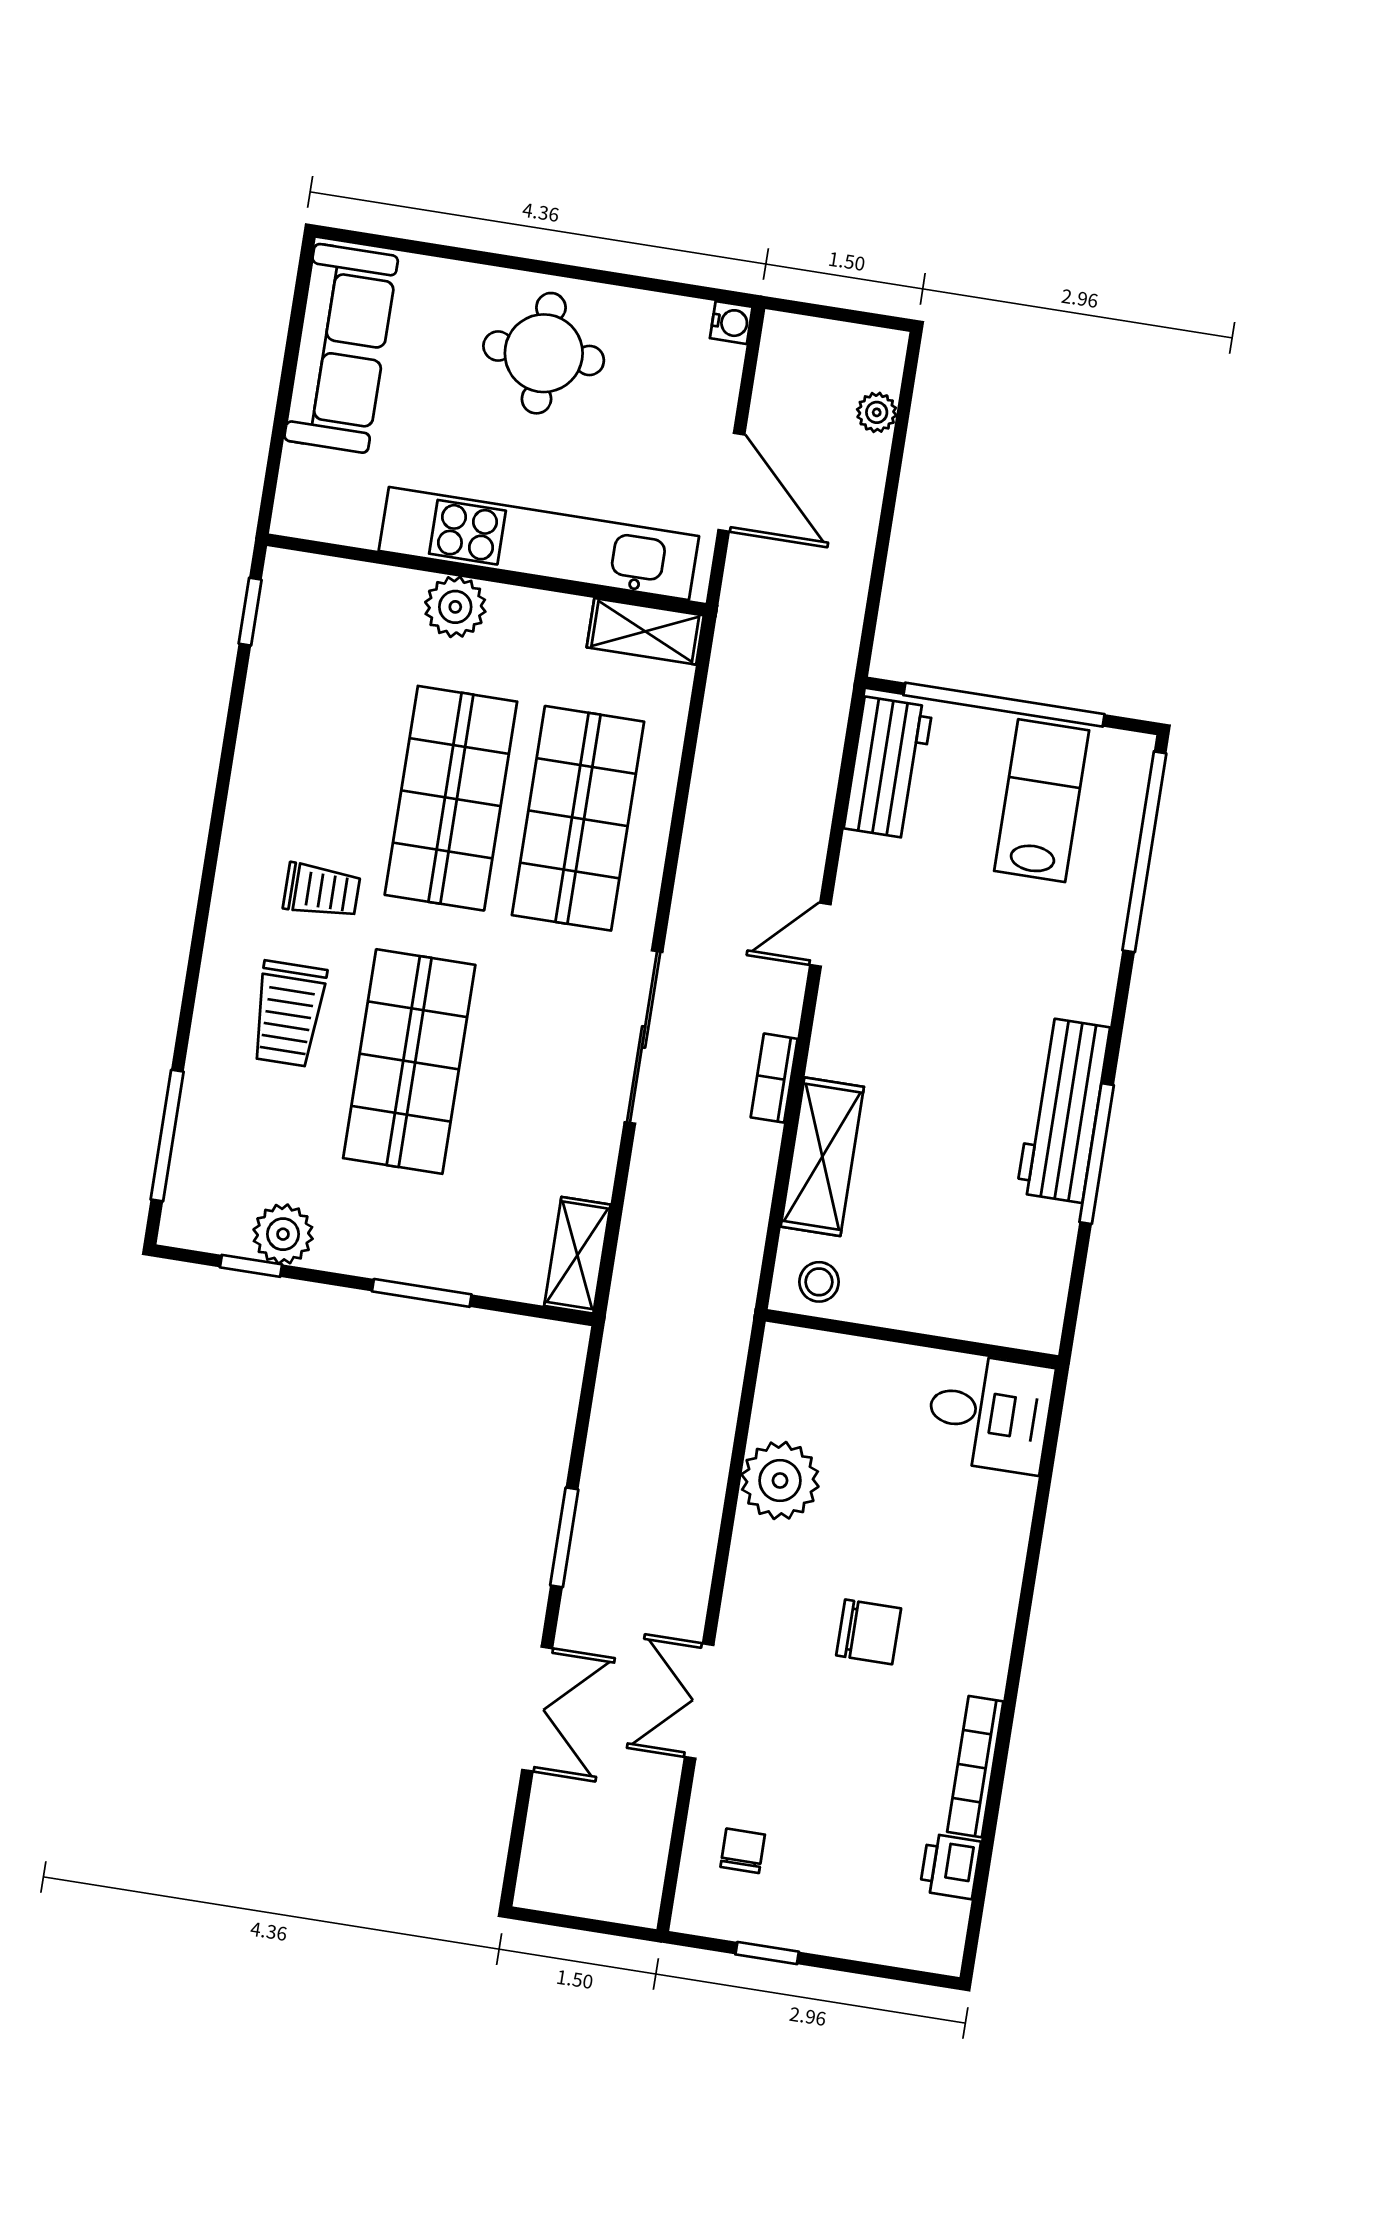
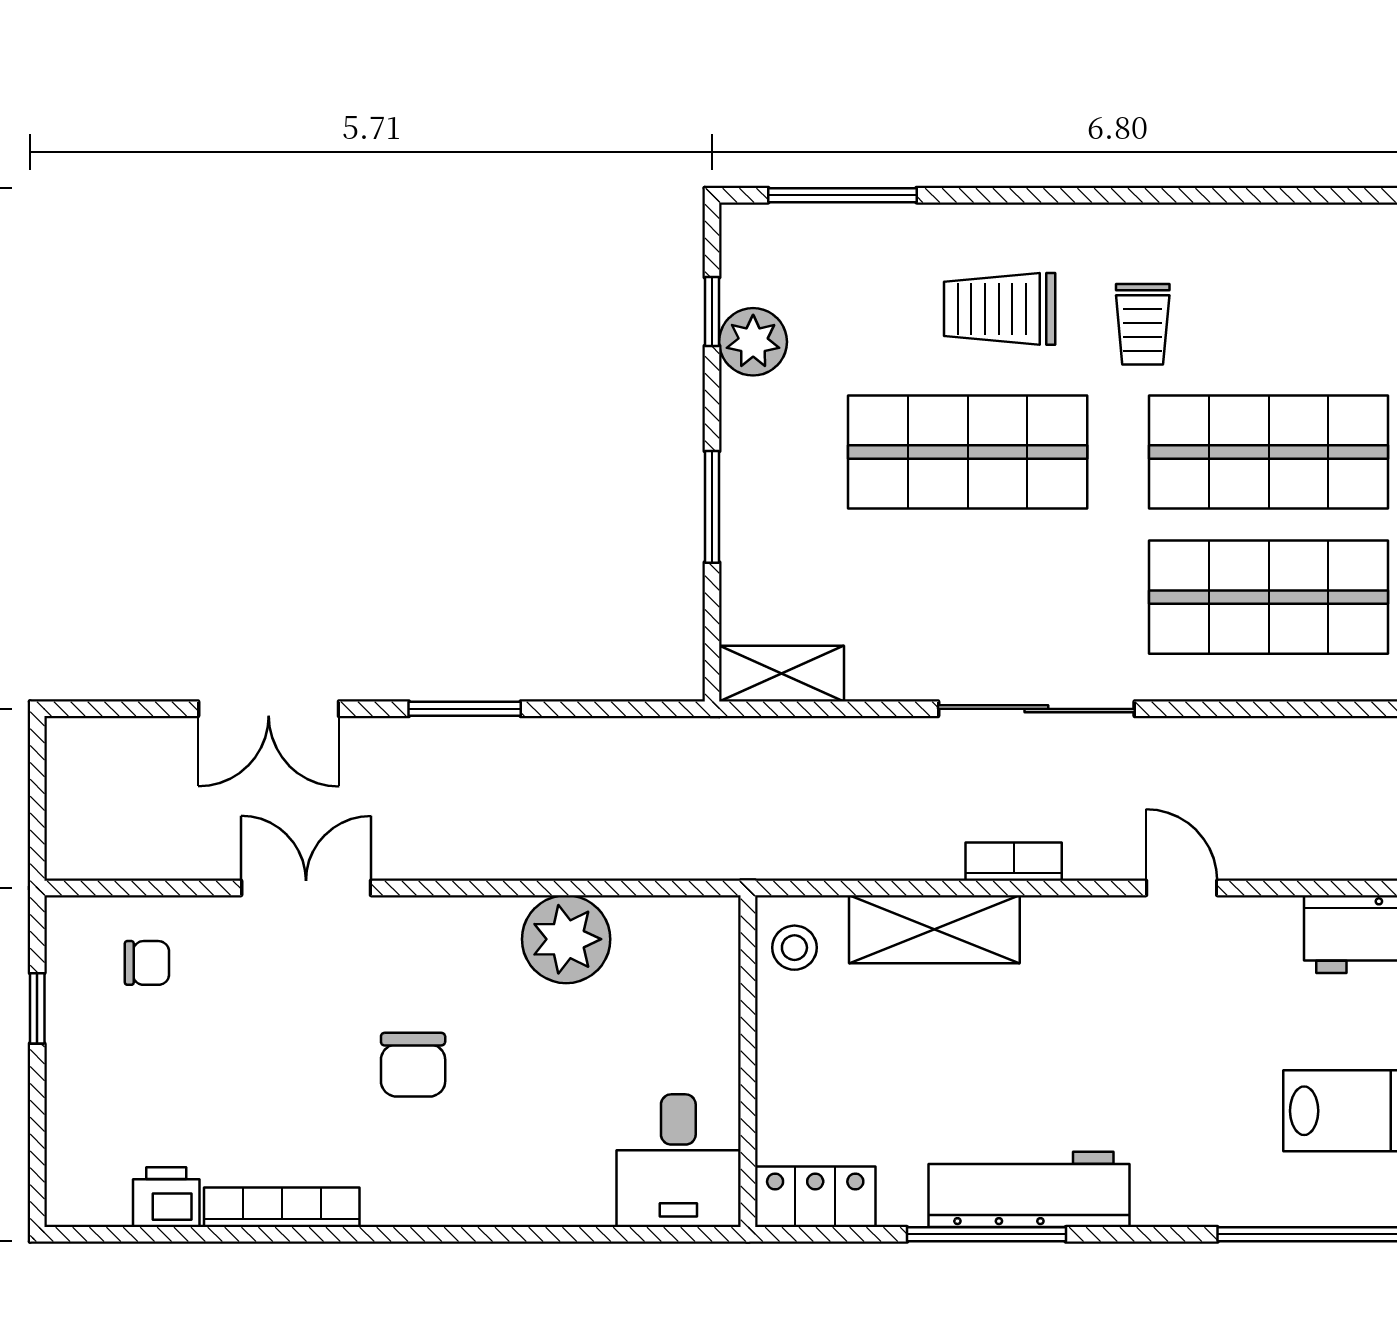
locker: (1040, 1298) -> (815, 1197), added

